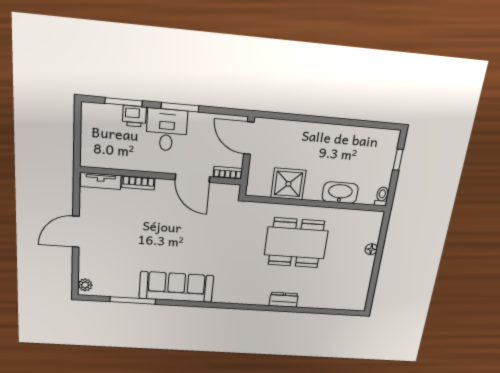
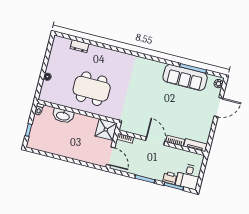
desk: (167, 130) -> (188, 176), moved
door: (192, 178) -> (155, 141), moved
shower: (288, 184) -> (106, 130), moved
door: (76, 232) -> (218, 107), moved
sofa: (176, 287) -> (185, 77), moved
dresser: (284, 300) -> (80, 46), moved

